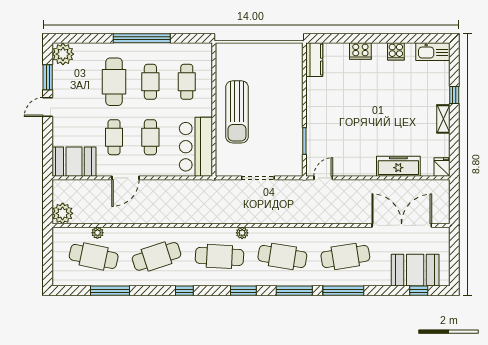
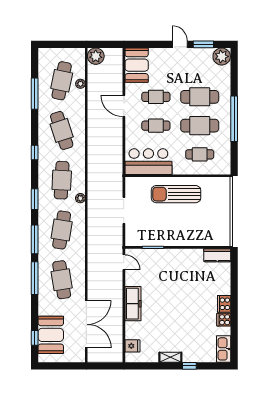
cooker: (360, 51) -> (224, 304), moved
cafe table: (150, 82) -> (200, 126), width x1.37, depth x1.35
freezer: (398, 166) -> (133, 304), moved
fridge: (442, 167) -> (132, 346), moved

